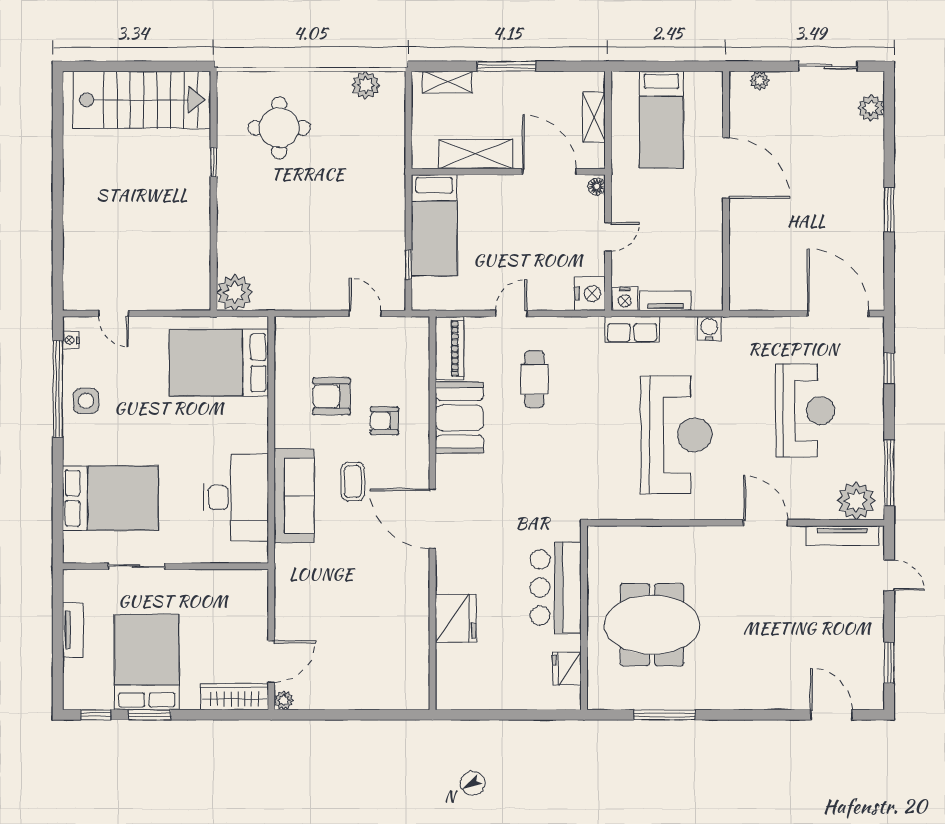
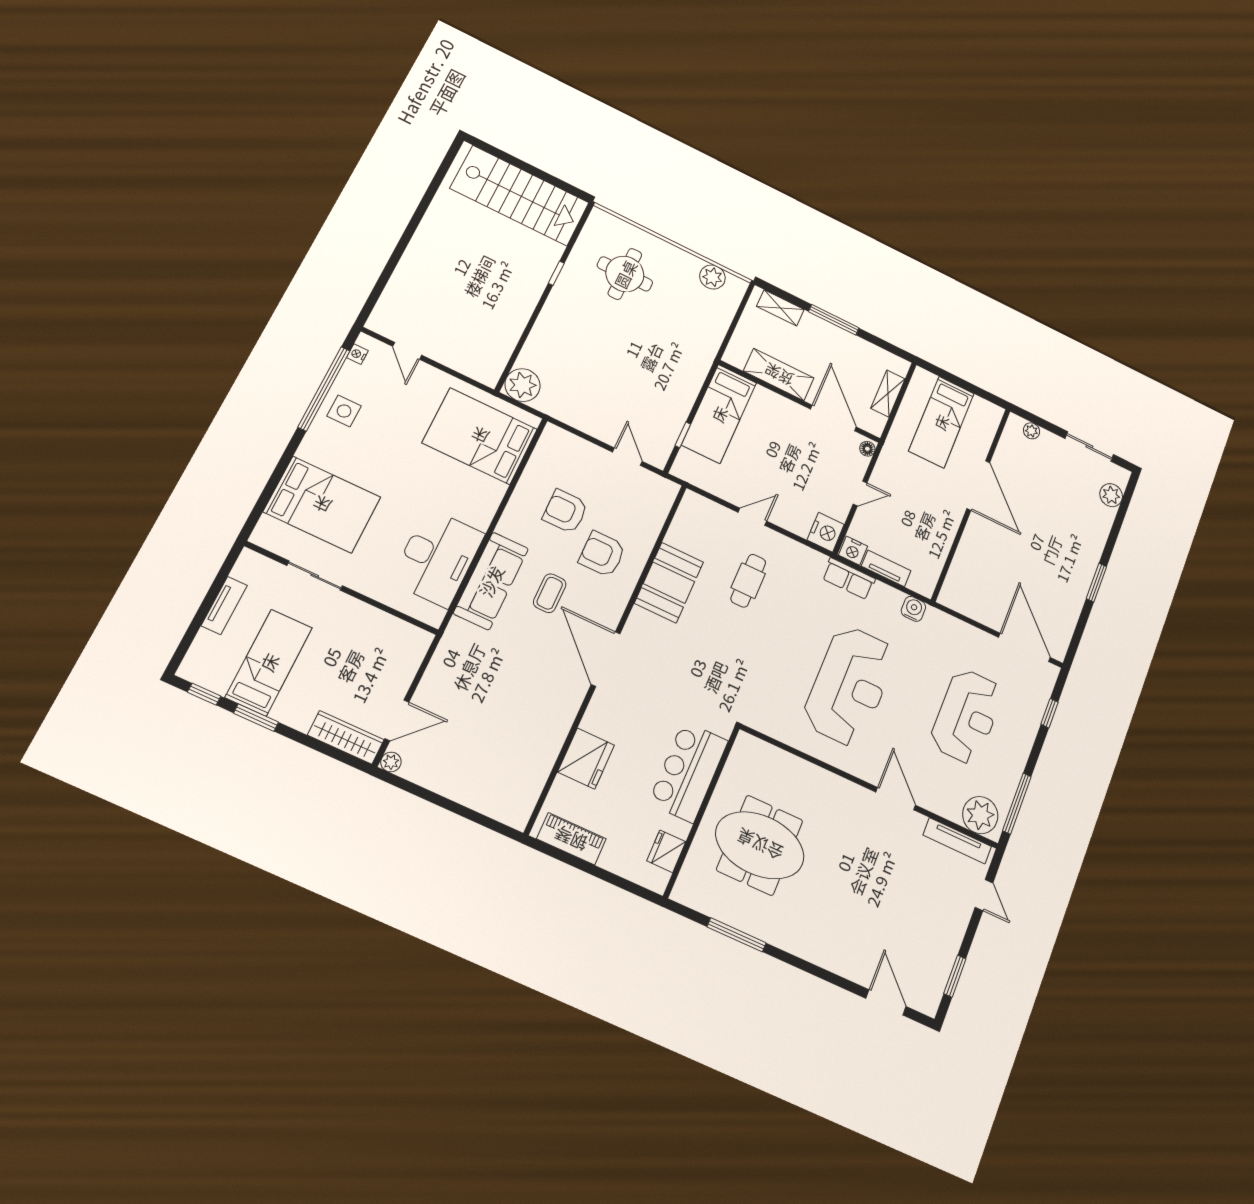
piano: (449, 349) -> (571, 839), moved, turned -90
armchair: (384, 421) -> (602, 554), width x1.38, depth x1.38
bed: (147, 662) -> (269, 662), width x0.67

